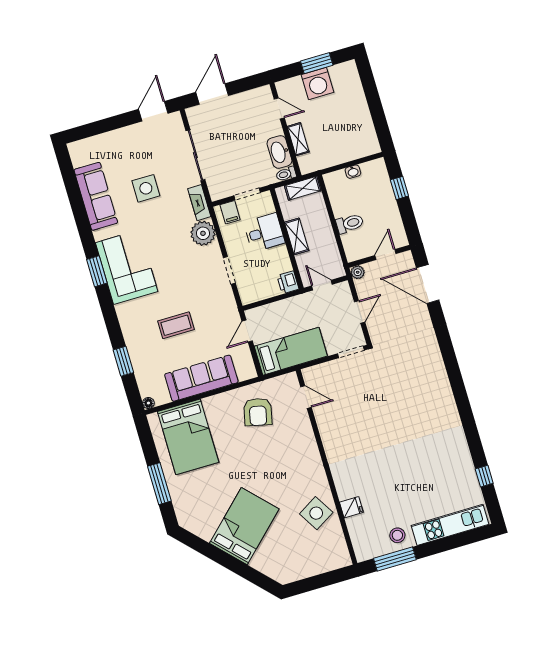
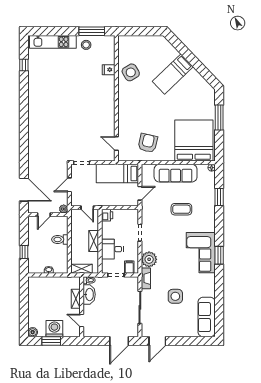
boiler: (349, 68) -> (33, 332), added
sofa: (96, 196) -> (207, 317), moved
bed: (188, 437) -> (194, 140), width x1.36
bed: (244, 526) -> (173, 74), width x0.67

